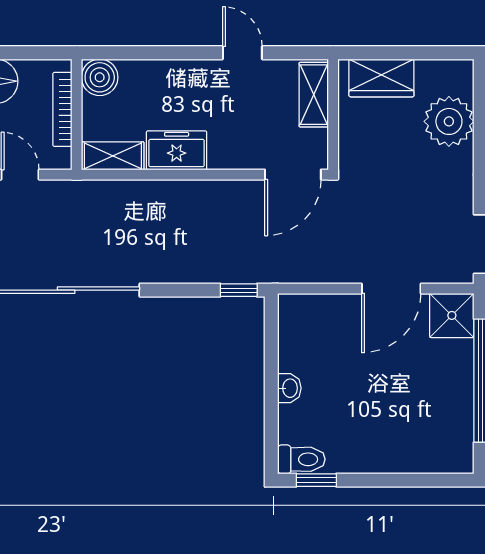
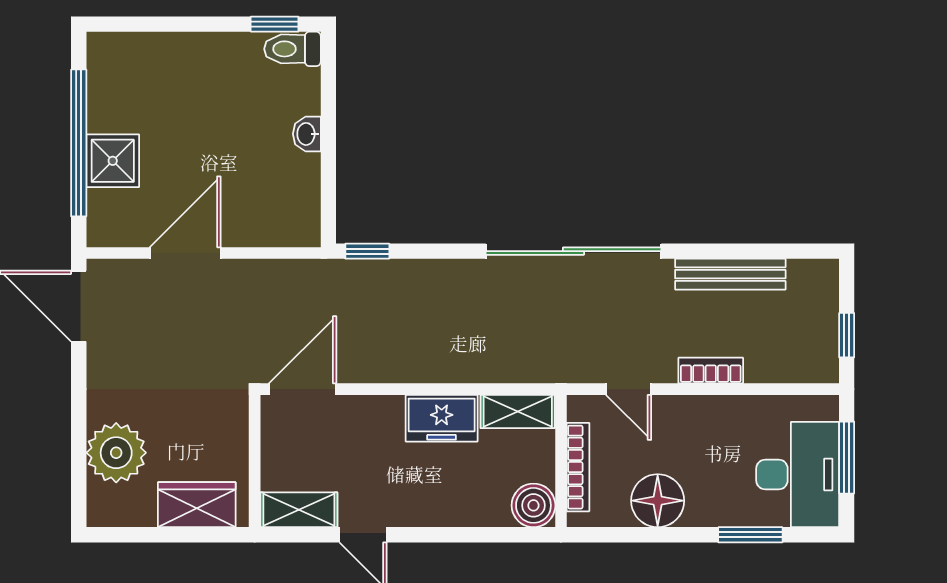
shelving: (314, 95) -> (299, 510), moved, turned 90
shower: (452, 315) -> (113, 161), moved

